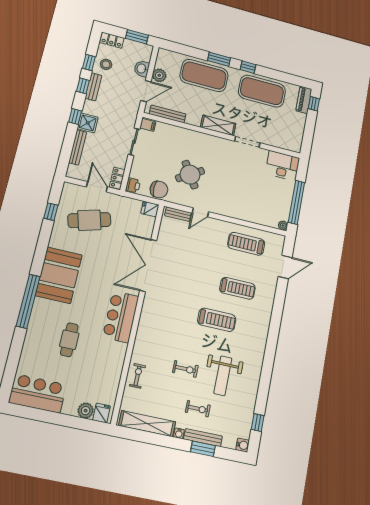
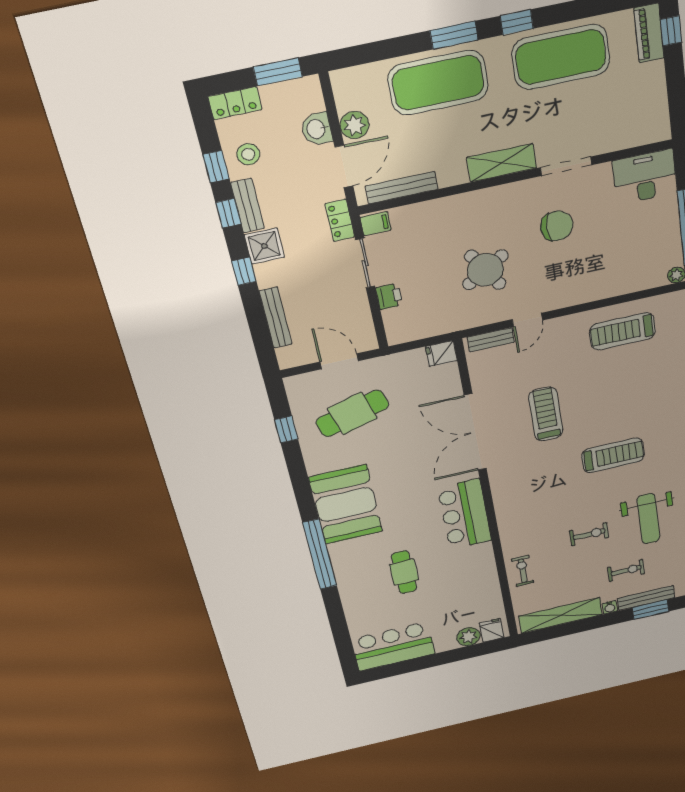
shower: (88, 123) -> (264, 246), moved
locker: (117, 178) -> (340, 220), moved
printer: (133, 185) -> (389, 296), moved
chair: (159, 190) -> (557, 226), moved
treadmill: (237, 288) -> (546, 414), moved, turned -90

